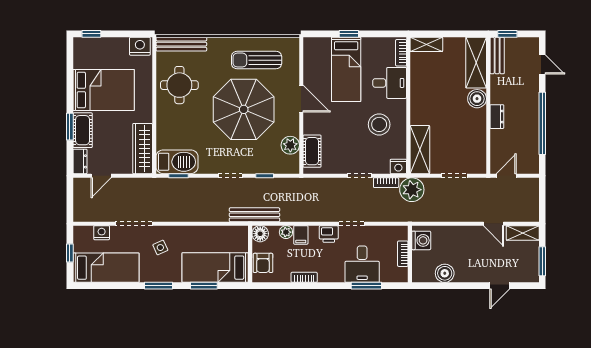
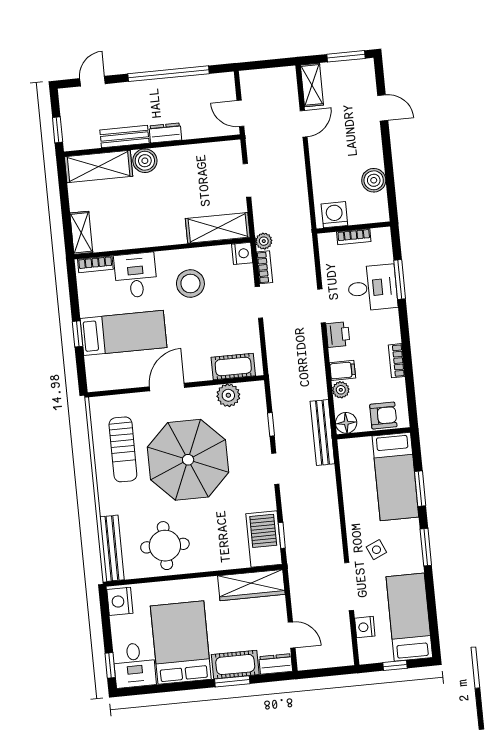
desk: (90, 53) -> (134, 665), added
bench: (497, 55) -> (124, 137), moved
plant: (412, 190) -> (264, 241), width x0.53, depth x0.53

